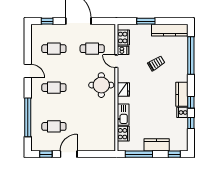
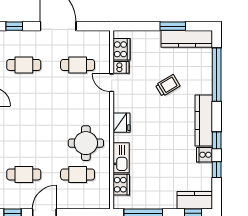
window: (146, 21) -> (173, 26), moved
round table: (101, 85) -> (86, 143), moved
cafe table: (54, 88) -> (78, 174), moved
kitchen counter: (182, 94) -> (204, 121), width x1.50
kitchen counter: (157, 145) -> (195, 200), moved

